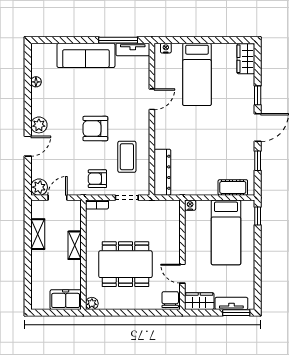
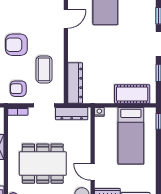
cot: (233, 187) -> (132, 94), width x1.37, depth x1.34
dresser: (158, 207) -> (72, 114), added

